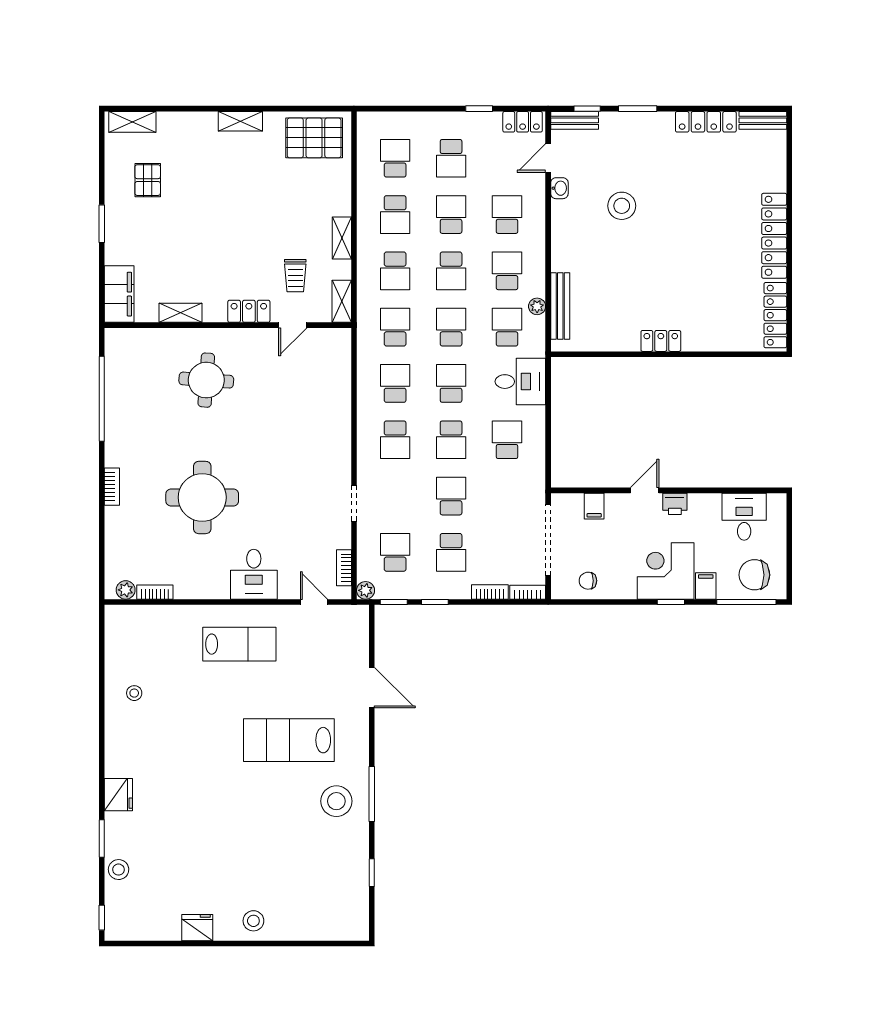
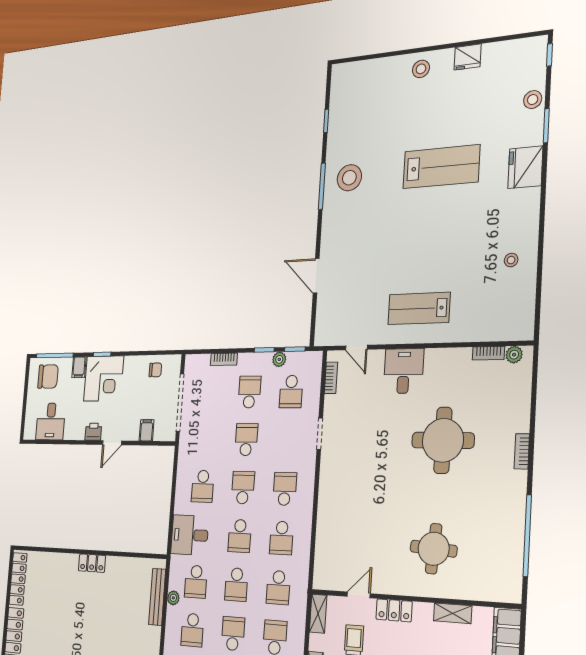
school desk: (451, 496) -> (246, 440), turned 180
plant: (366, 590) -> (279, 359), moved
bookcase: (528, 592) -> (197, 360), removed
lab bench: (289, 740) -> (441, 167), moved
fridge: (118, 795) -> (525, 167), width x1.36, depth x1.34

